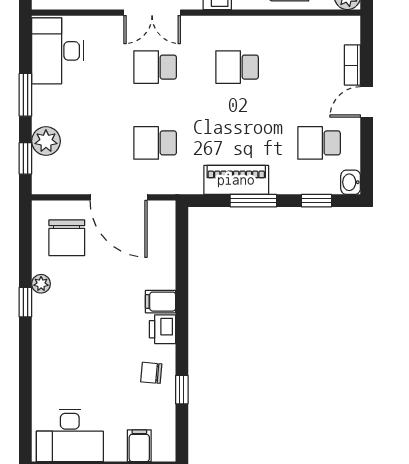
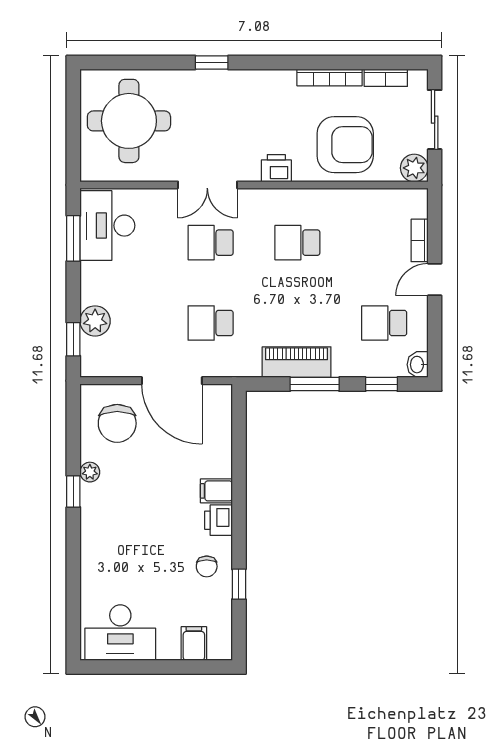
window: (25, 95) -> (73, 238), moved
chair: (151, 373) -> (207, 566), turned -95

